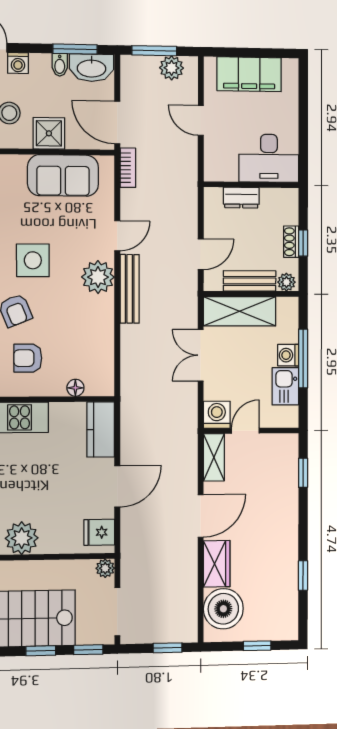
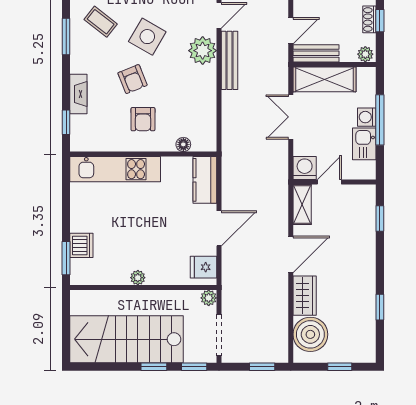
side table: (33, 260) -> (147, 37), turned 30
bench: (250, 281) -> (316, 53), moved
armchair: (28, 358) -> (143, 119), turned -90
plant: (22, 538) -> (138, 278), width x0.53, depth x0.53

